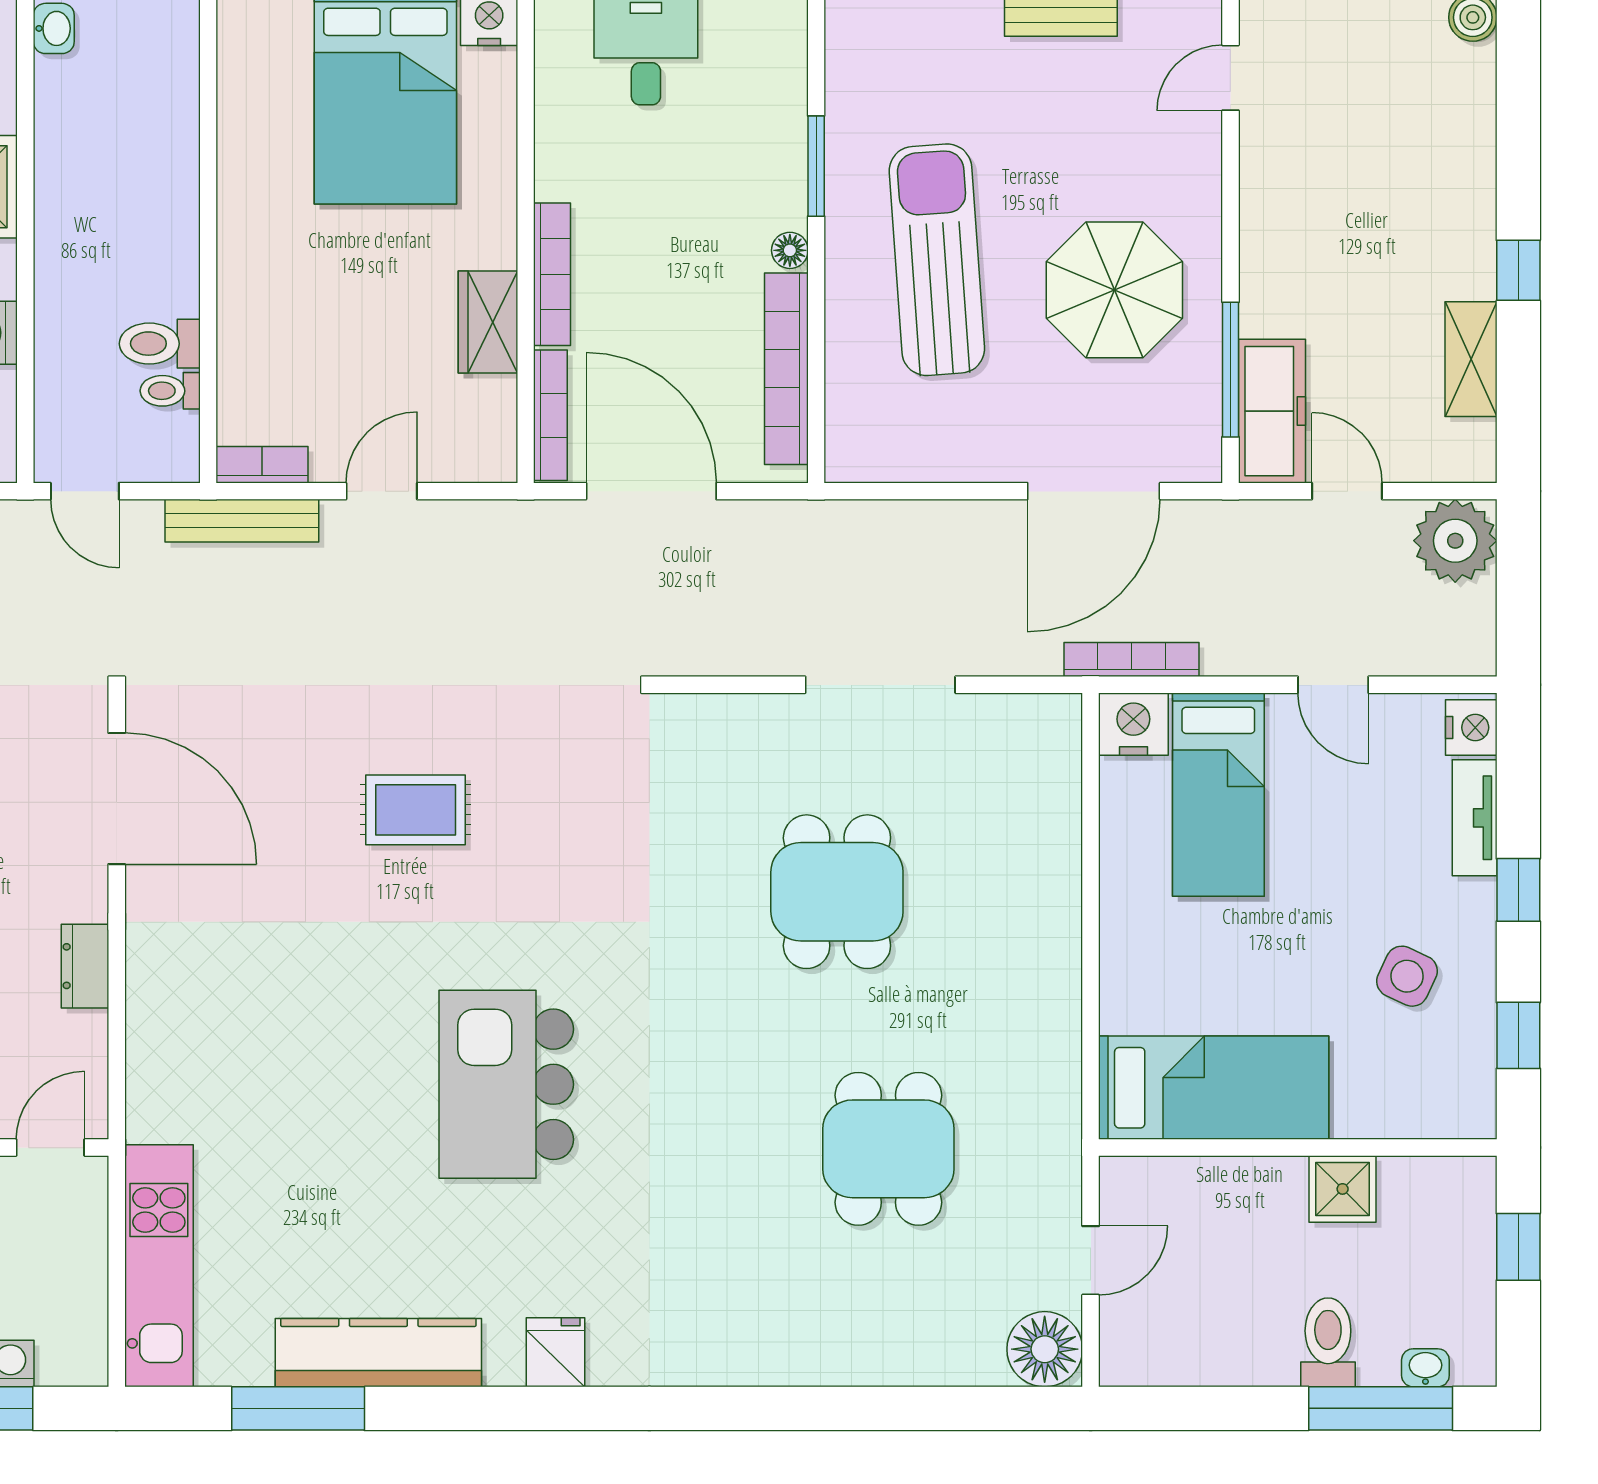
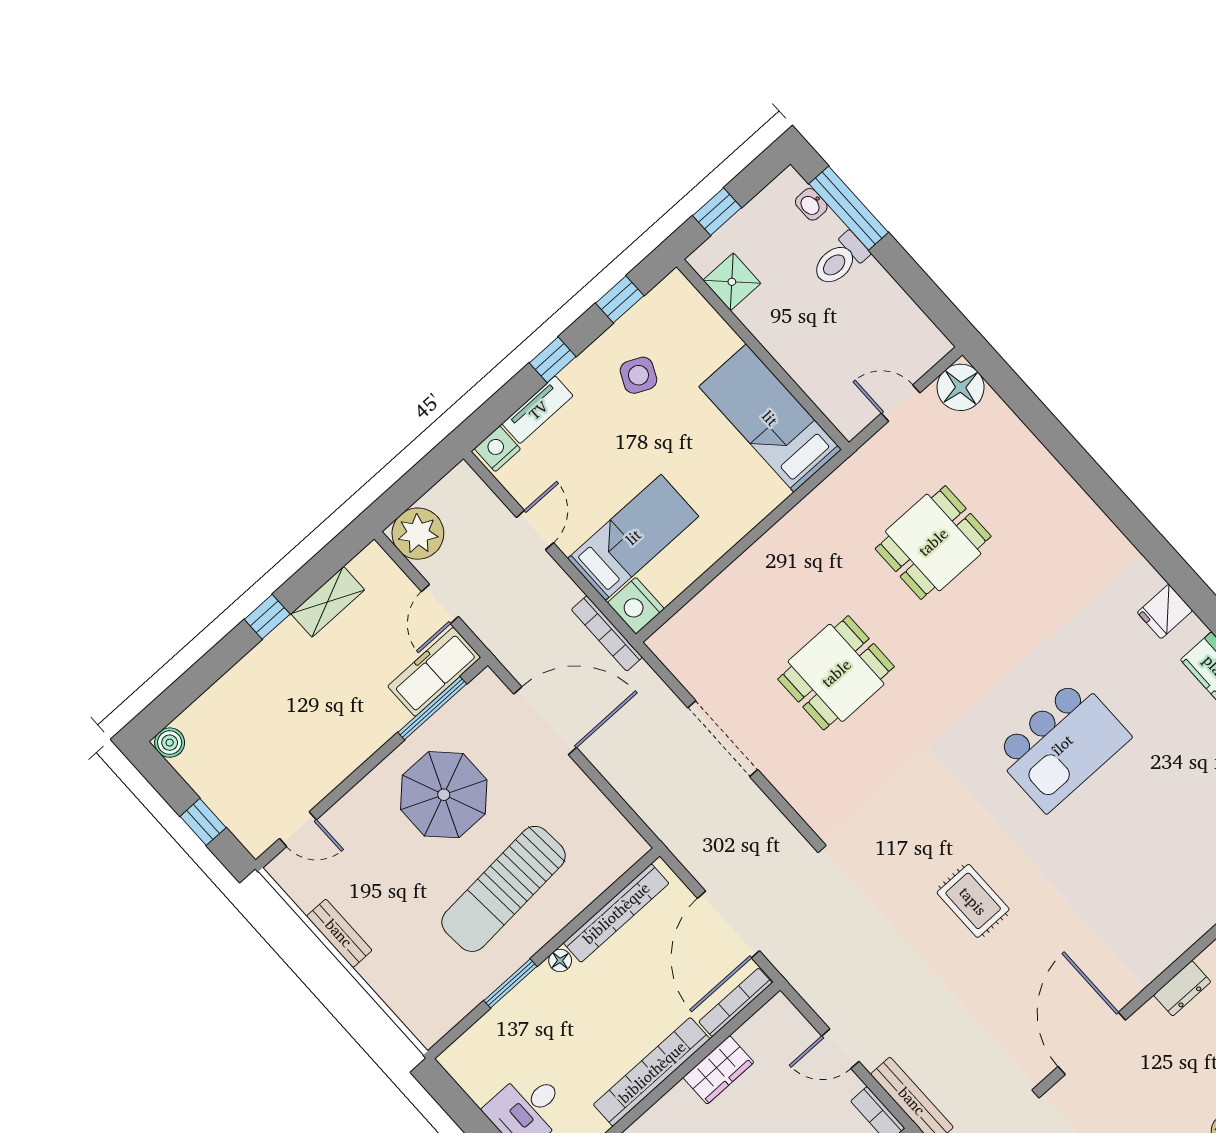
bookcase: (552, 274) -> (652, 1072), width x1.48, depth x1.31
shower: (1343, 1189) -> (732, 282), moved

